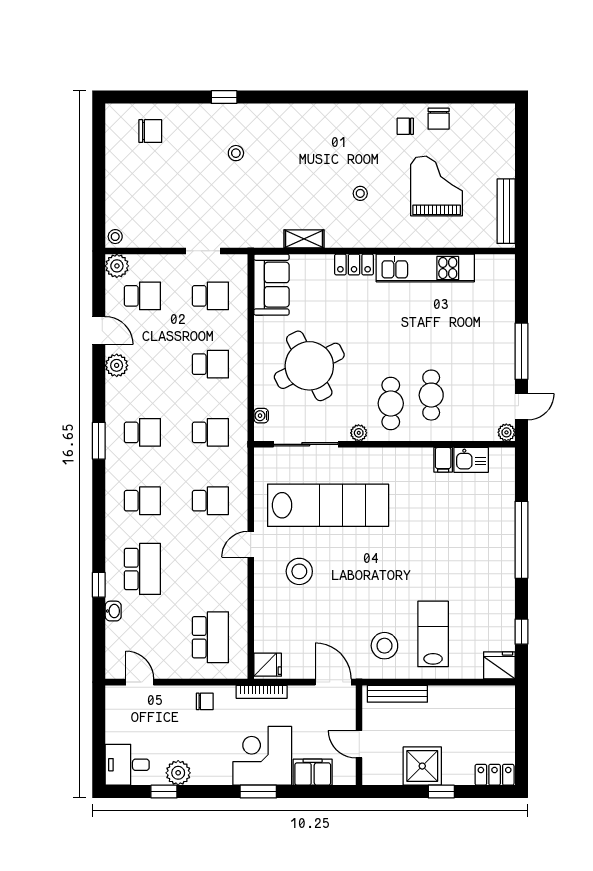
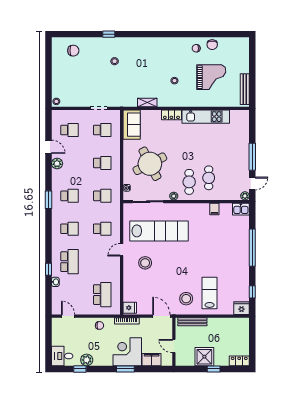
grand piano: (437, 186) -> (211, 77), turned 90
plant: (117, 266) -> (57, 116), removed
kitchen sink: (471, 460) -> (241, 209), moved

